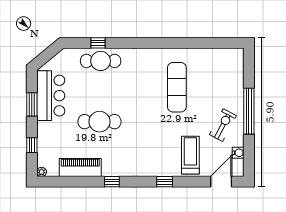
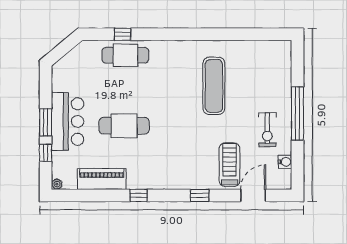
bar counter: (51, 96) -> (68, 121), moved
window: (32, 104) -> (46, 122), moved
exercise bike: (223, 125) -> (267, 130), turned 152
door: (221, 182) -> (253, 195), moved

